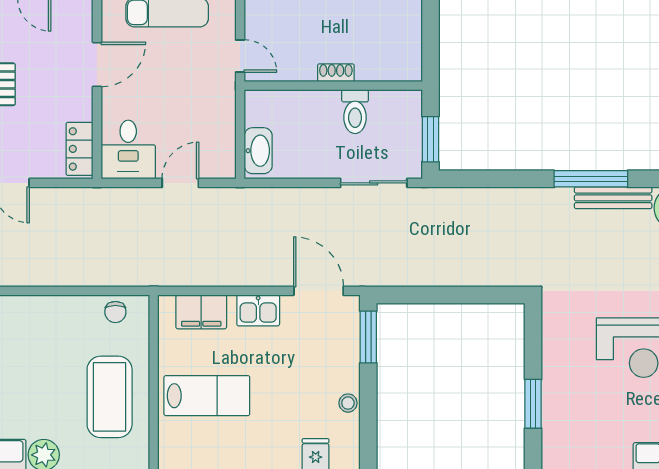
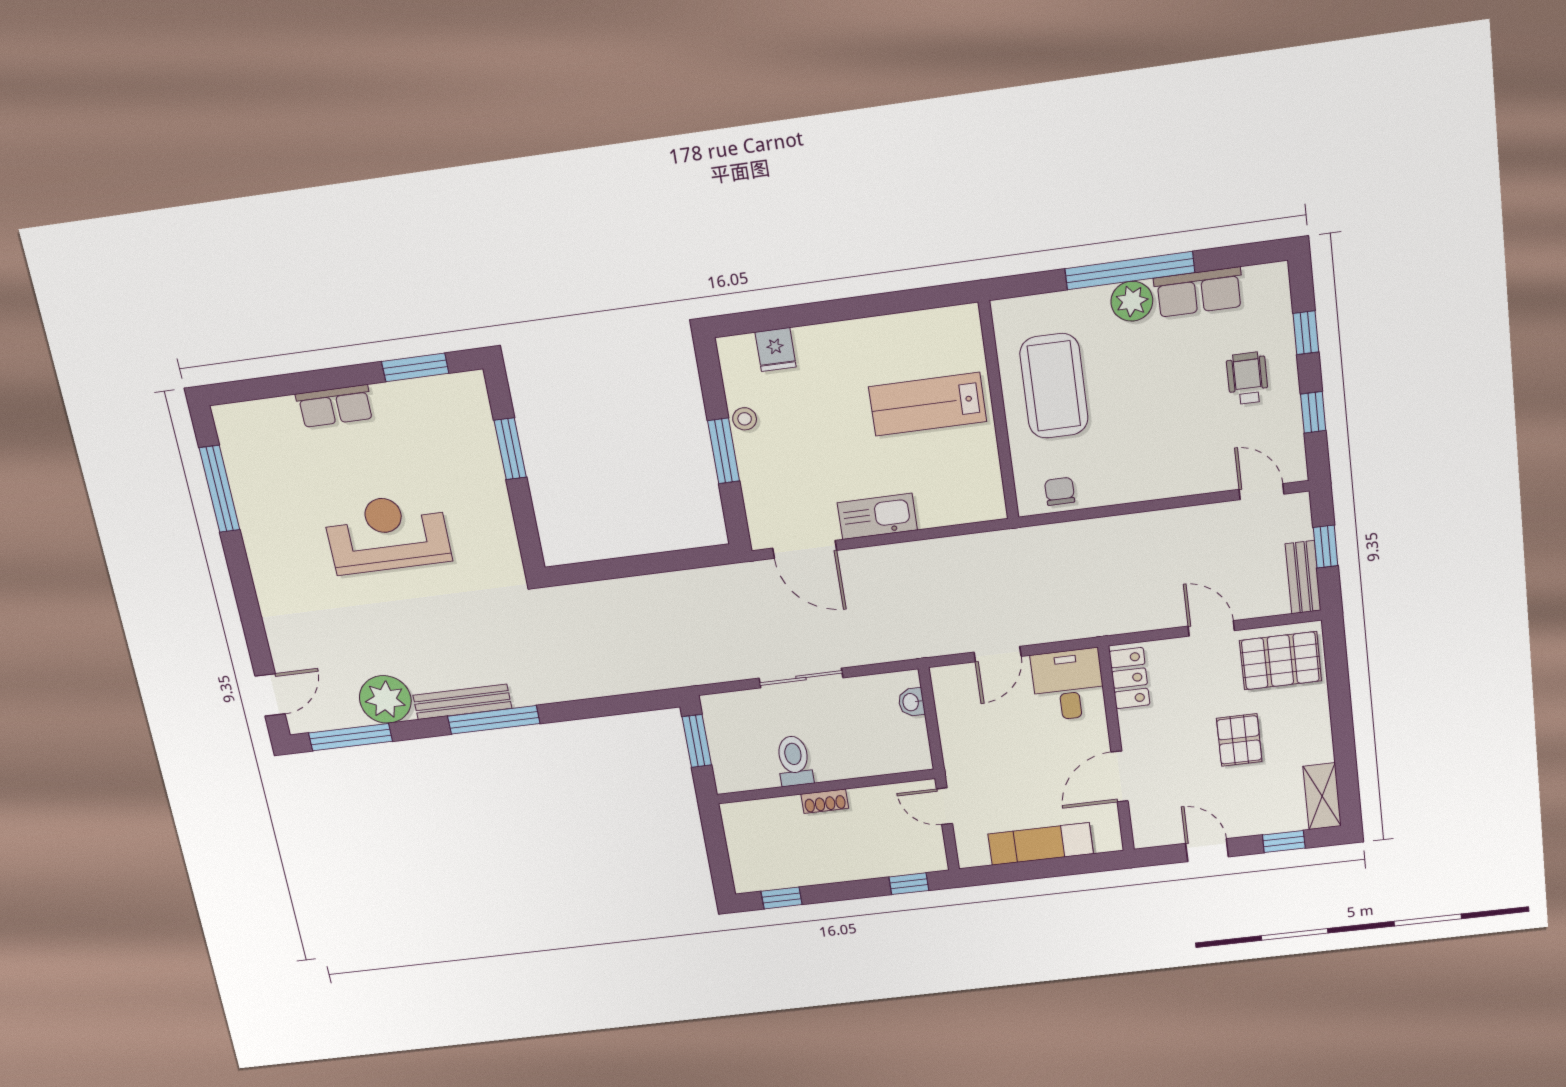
washbasin: (258, 151) -> (911, 702), width x0.52, depth x0.69
sliding door: (374, 183) -> (801, 678), moved
kitchen sink: (258, 310) -> (877, 516), width x1.38
filing cabinet: (201, 312) -> (950, 505), removed
window: (368, 337) -> (724, 451), moved

